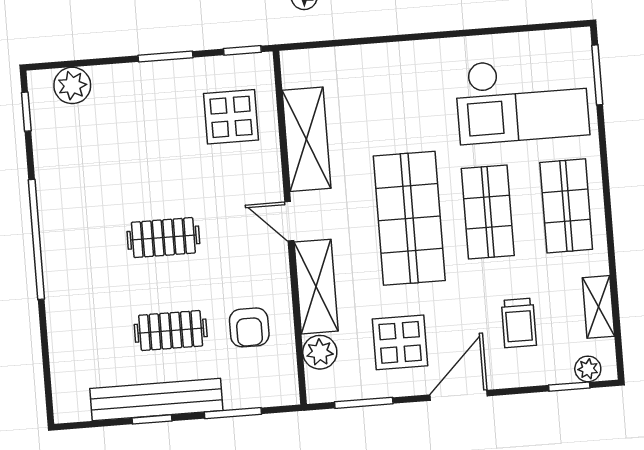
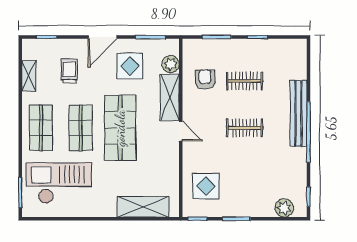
shelving: (306, 139) -> (143, 207), moved, turned 90
plant: (588, 369) -> (37, 45), removed
bench: (156, 400) -> (299, 113), moved, turned 90

